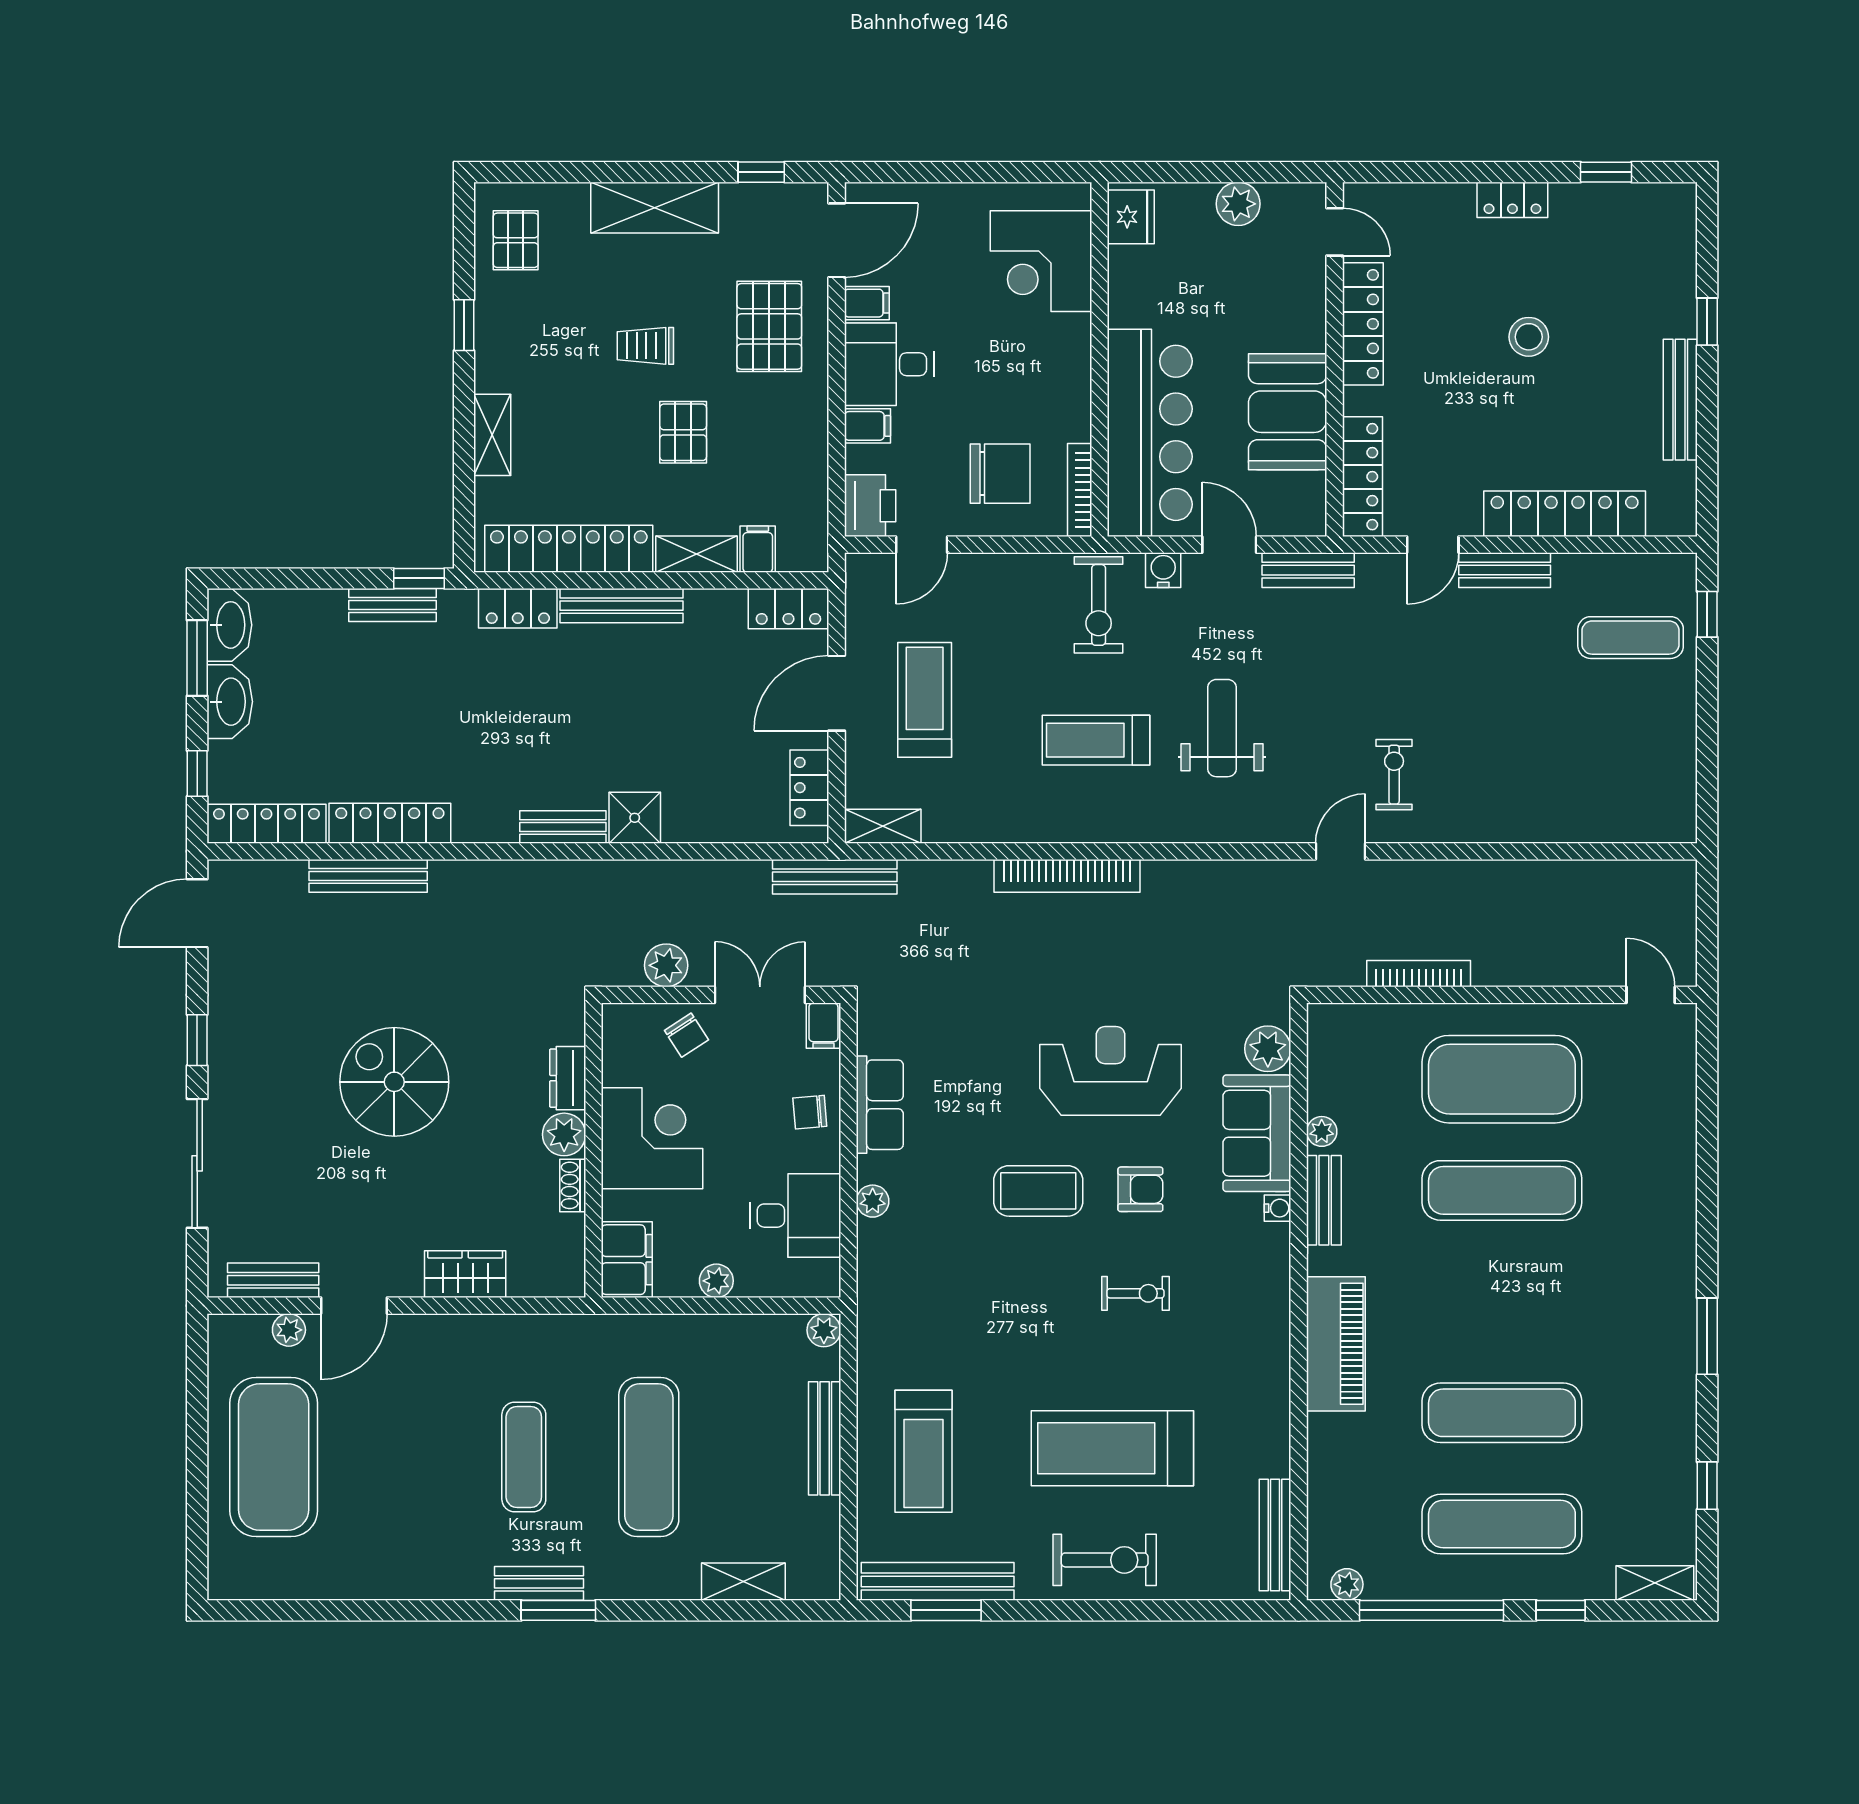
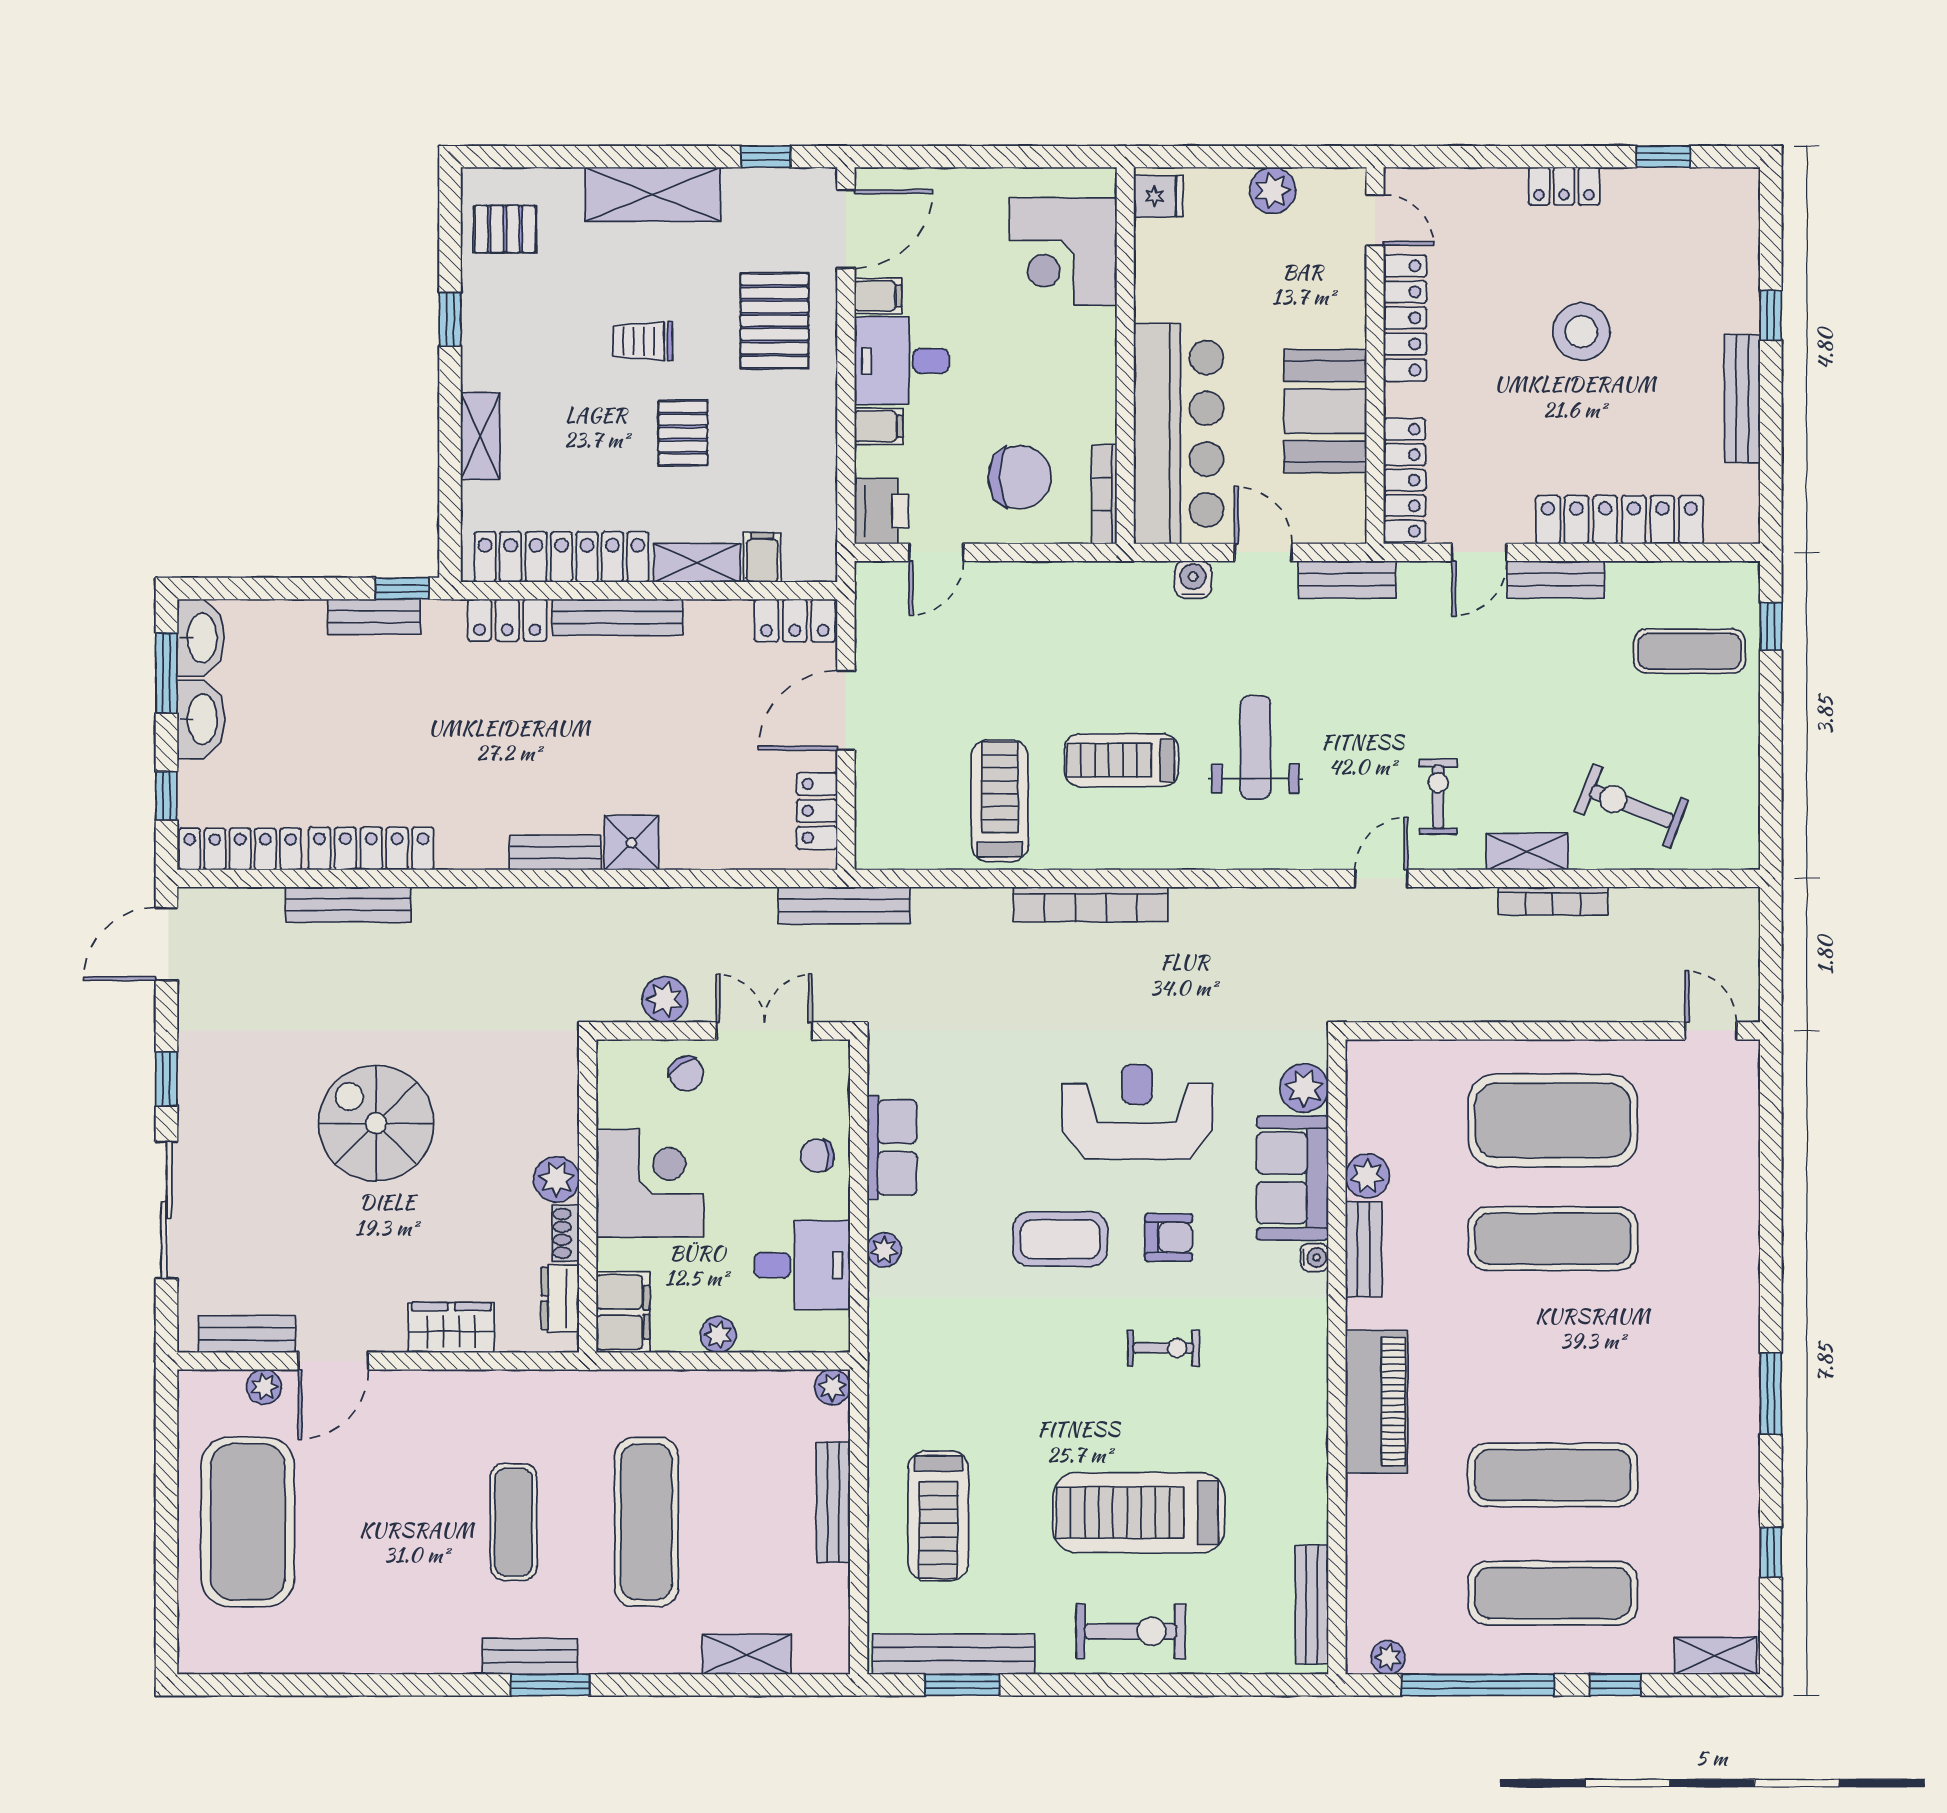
fridge: (1131, 217) -> (1158, 196), width x0.72
pallet: (516, 240) -> (505, 229), turned 90
stool: (1529, 337) -> (1581, 332), width x1.38, depth x1.38
exercise bike: (1099, 605) -> (1631, 806), moved, turned 111
treadmill: (925, 700) -> (1000, 801), moved
shelving: (883, 826) -> (1527, 852), moved
bookcase: (1419, 974) -> (1553, 901), moved, turned 180
filing cabinet: (823, 1026) -> (832, 1063), removed
dresser: (568, 1078) -> (560, 1298), moved
plant: (1322, 1131) -> (1367, 1176), width x1.38, depth x1.38

